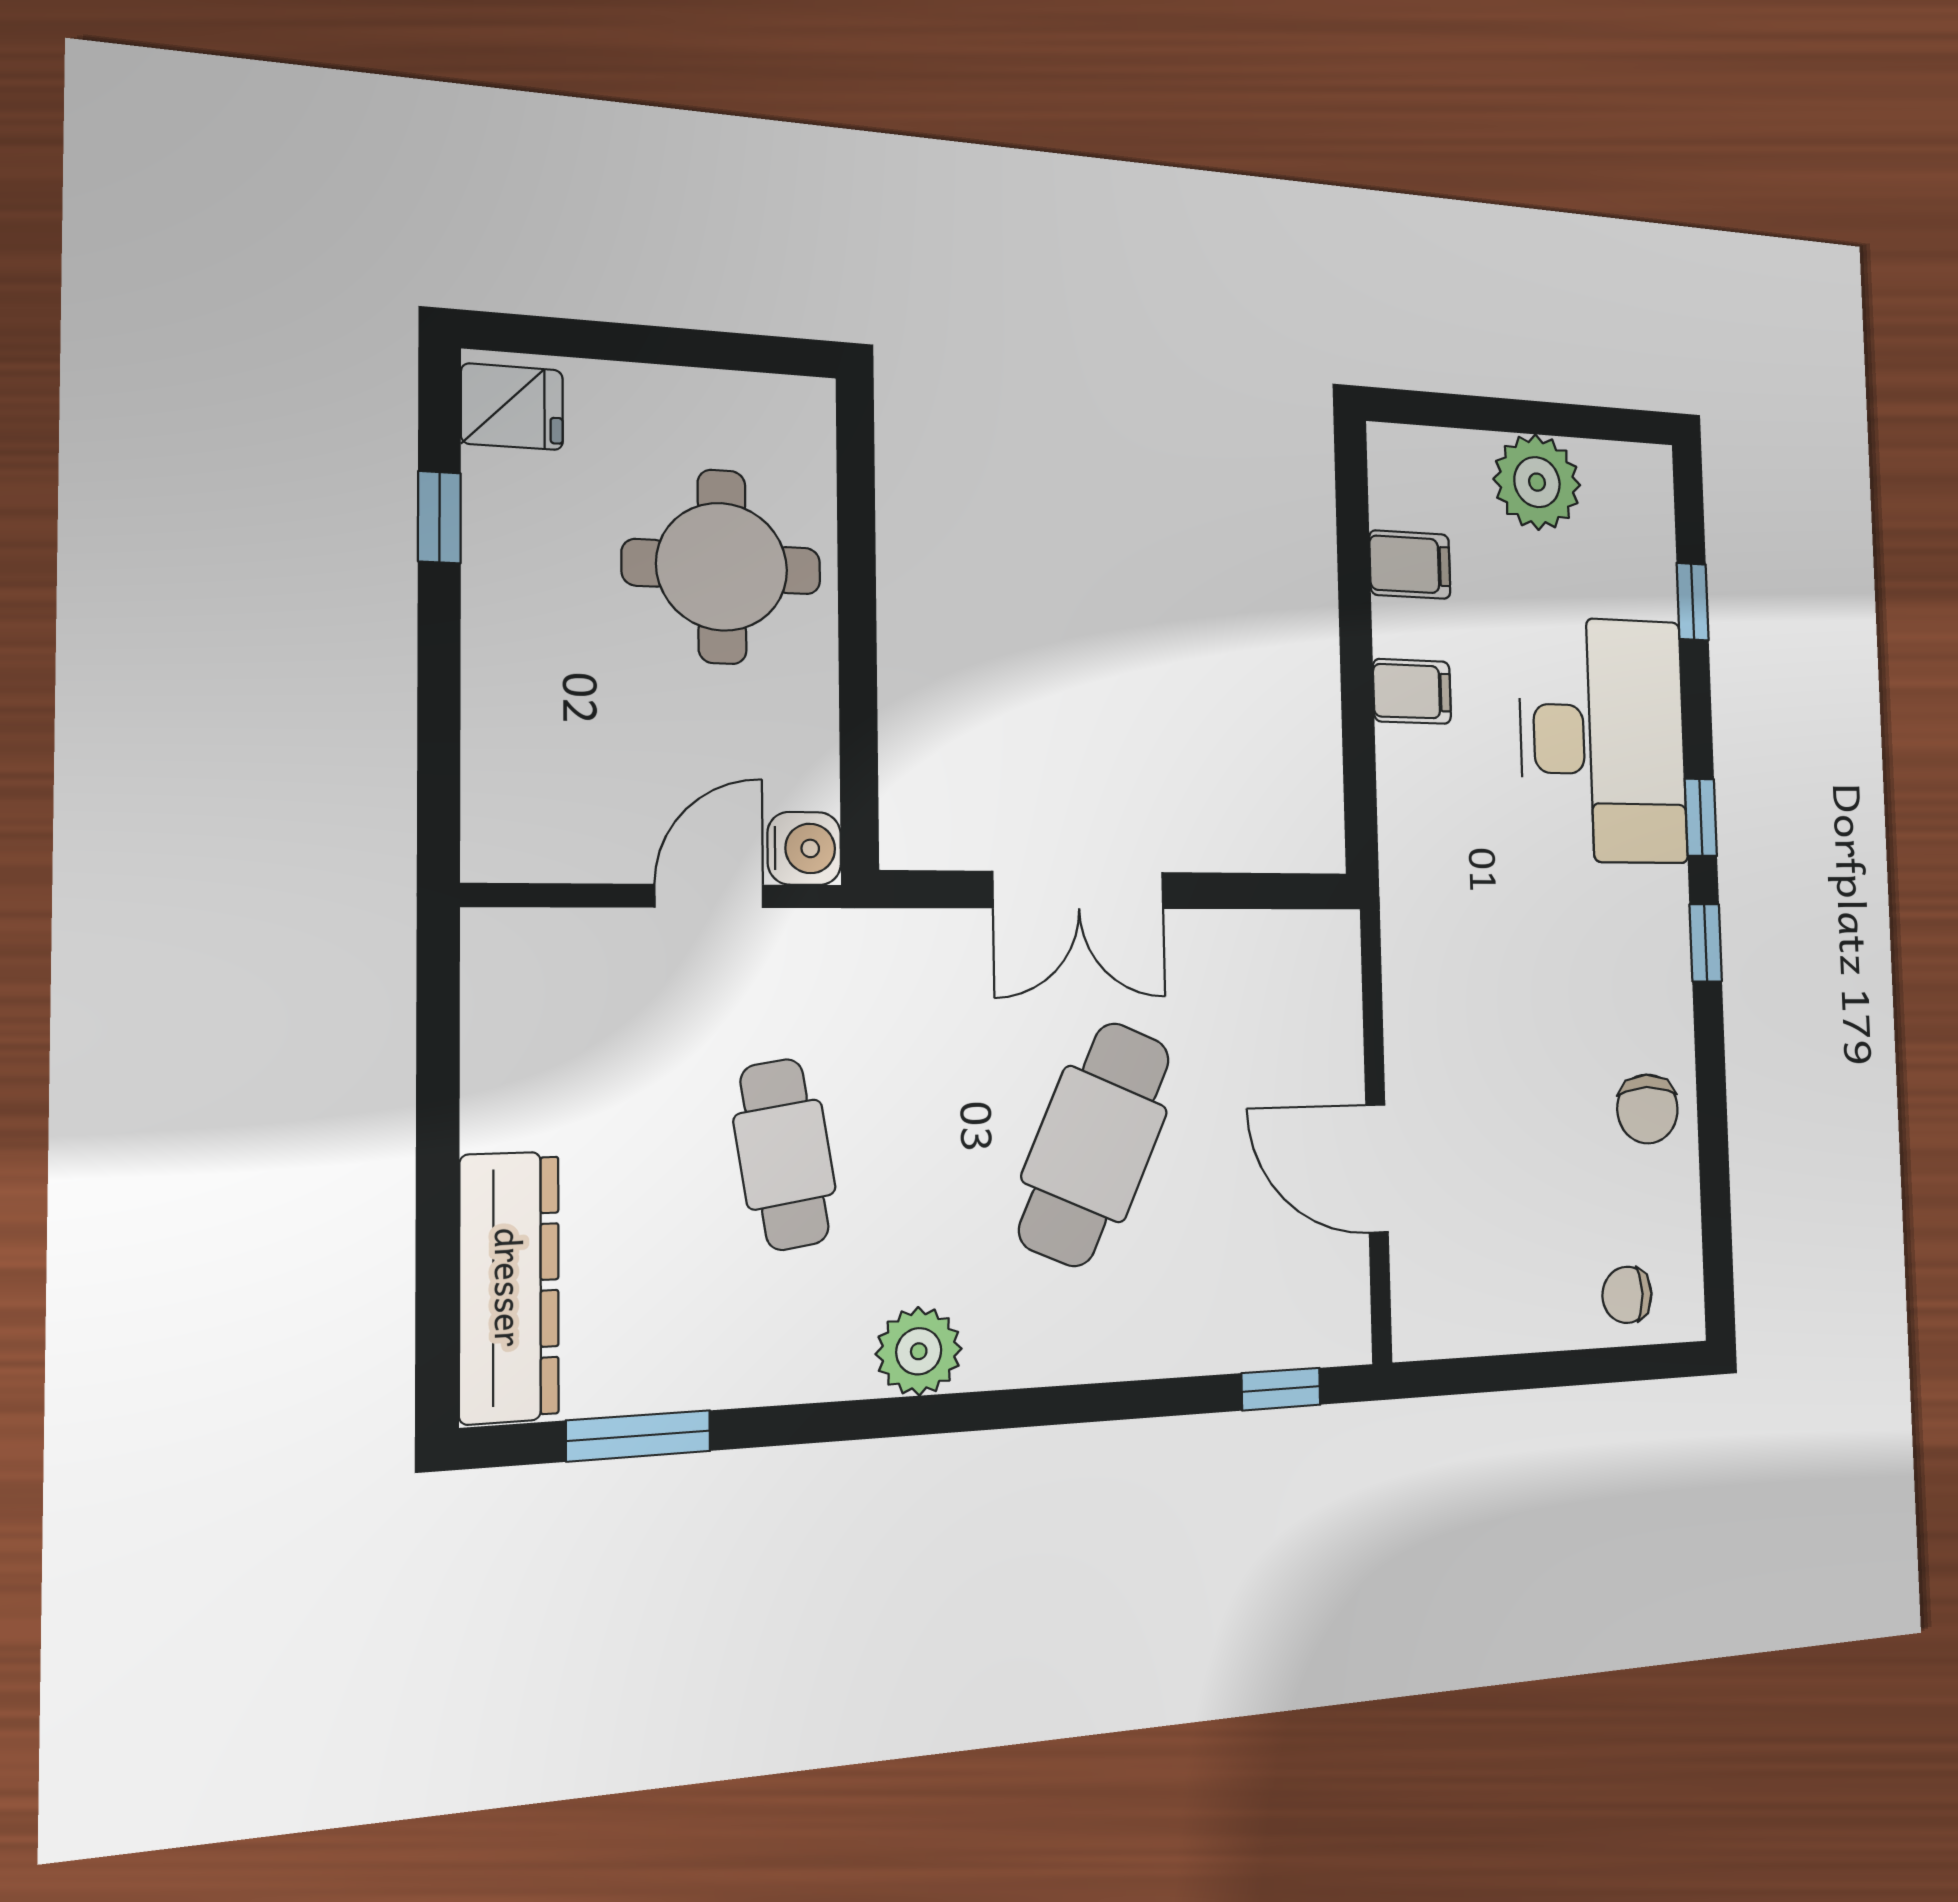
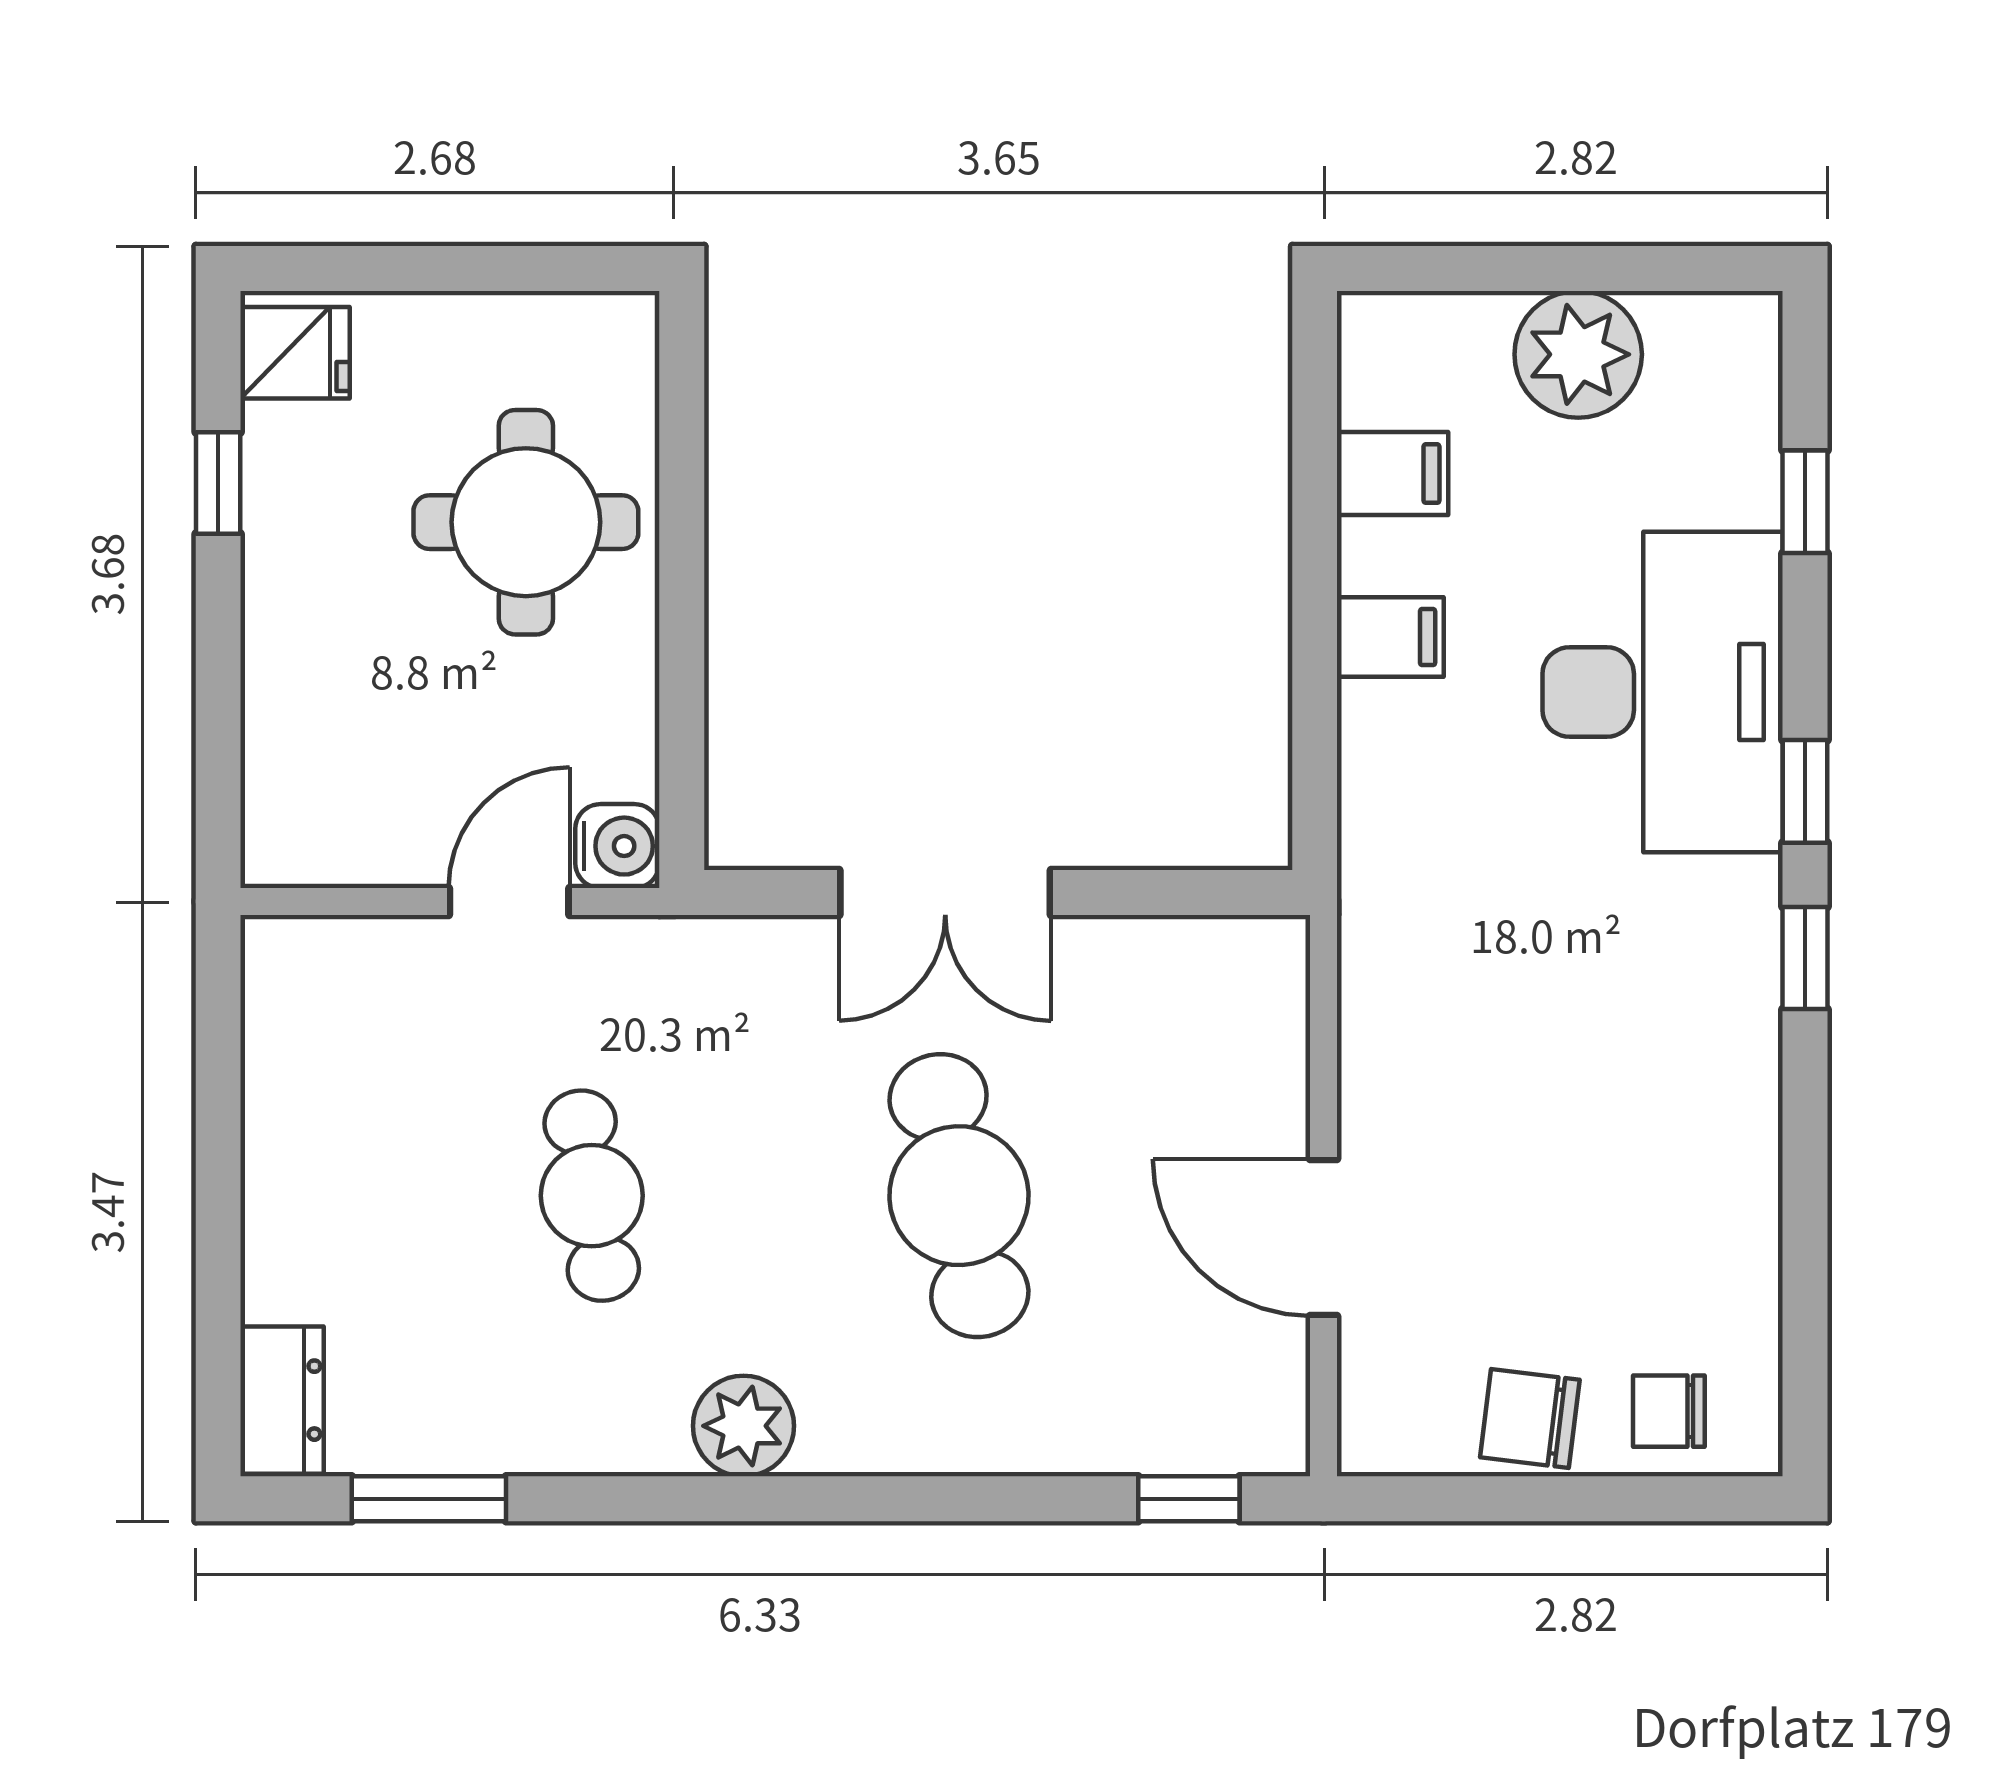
chair: (1647, 1109) -> (1530, 1418), moved, turned 97
cafe table: (1095, 1144) -> (959, 1196), turned -36
dresser: (509, 1287) -> (282, 1400), width x0.51, depth x0.80

